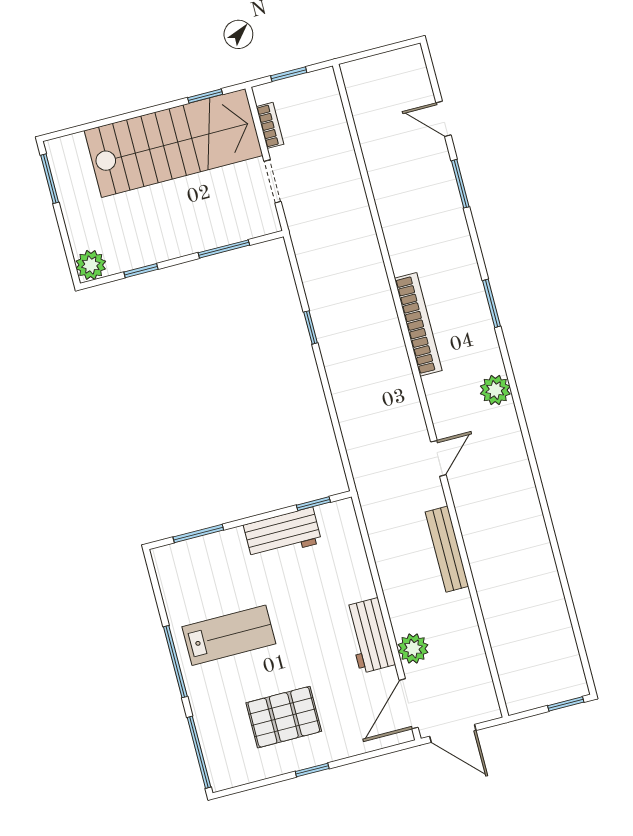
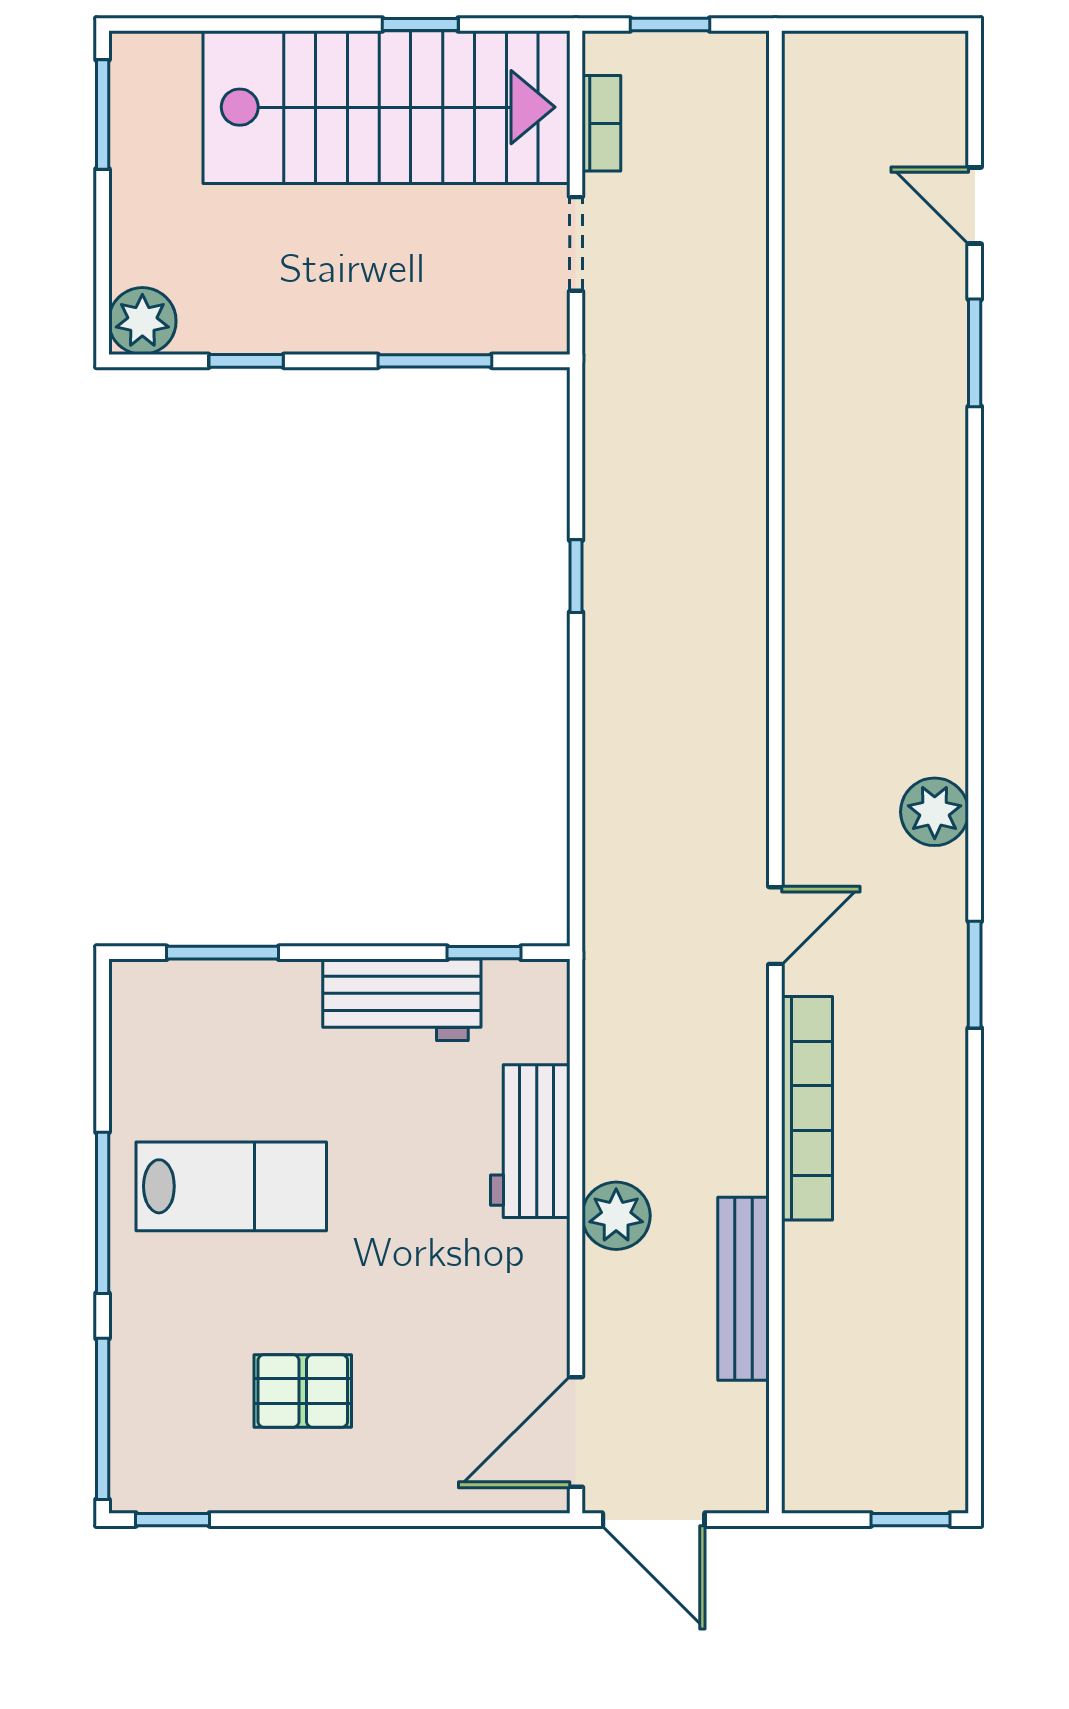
window: (205, 96) -> (420, 24), moved
window: (492, 303) -> (975, 975), moved
bookcase: (418, 324) -> (807, 1108), moved
bench: (447, 549) -> (743, 1289), moved
workbench: (369, 636) -> (530, 1141), moved
plant: (413, 648) -> (616, 1216), moved
pallet: (284, 717) -> (303, 1391), width x0.67, depth x0.71
window: (312, 770) -> (173, 1520), moved

